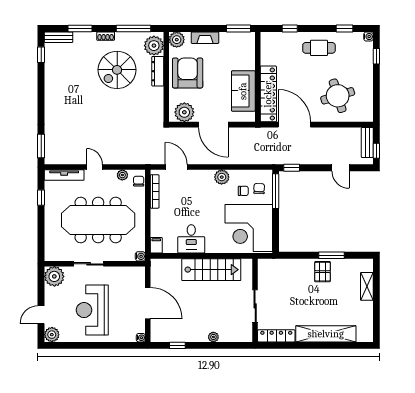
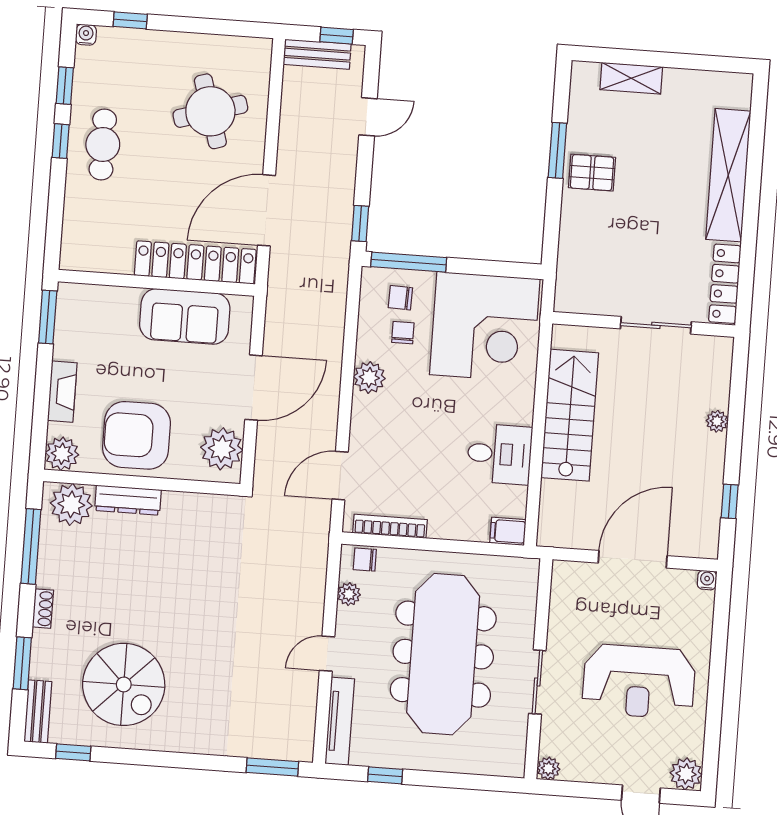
window: (290, 29) -> (61, 141), moved
spiral stairs: (117, 70) -> (124, 684), moved
water cooler: (140, 256) -> (529, 568), removed
plant: (54, 276) -> (548, 768), width x0.53, depth x0.53

